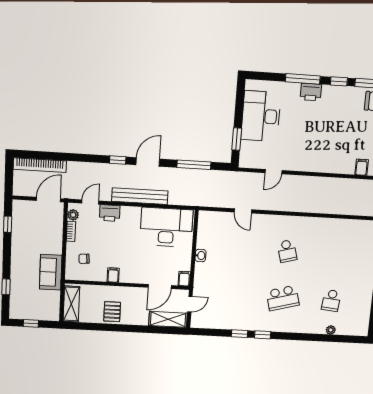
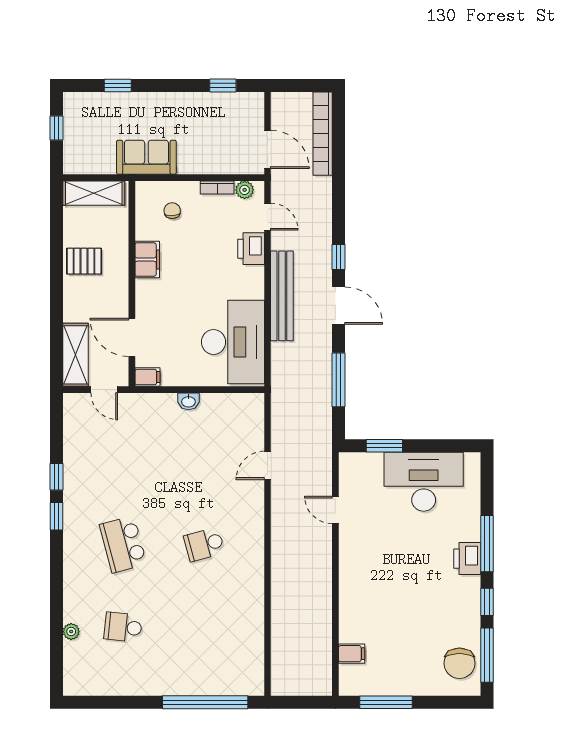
filing cabinet: (113, 275) -> (147, 260), width x2.00

